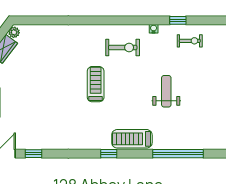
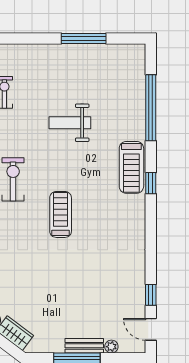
treadmill: (96, 84) -> (61, 214), turned 90
window: (109, 154) -> (151, 183), moved

